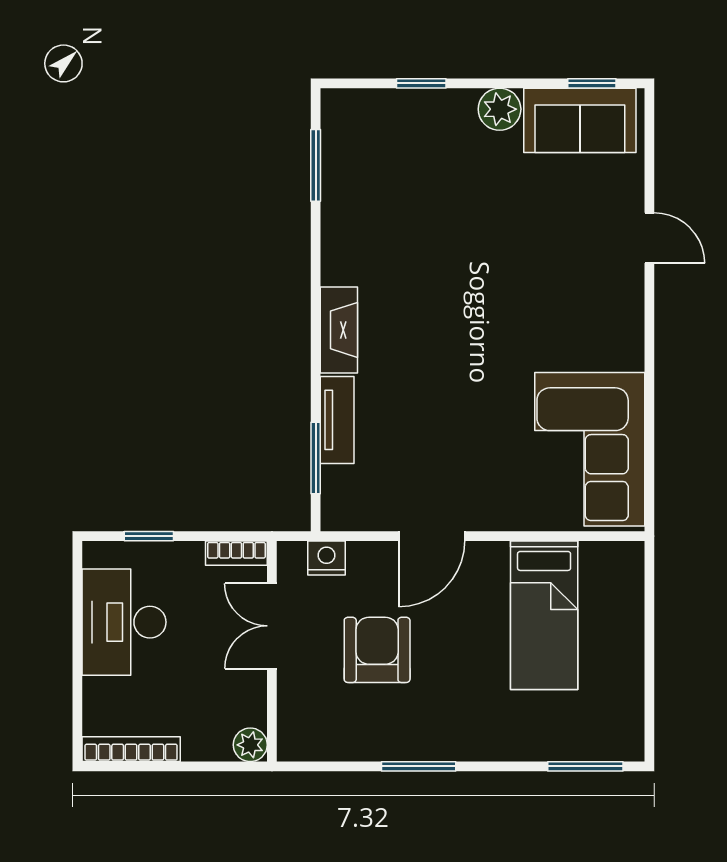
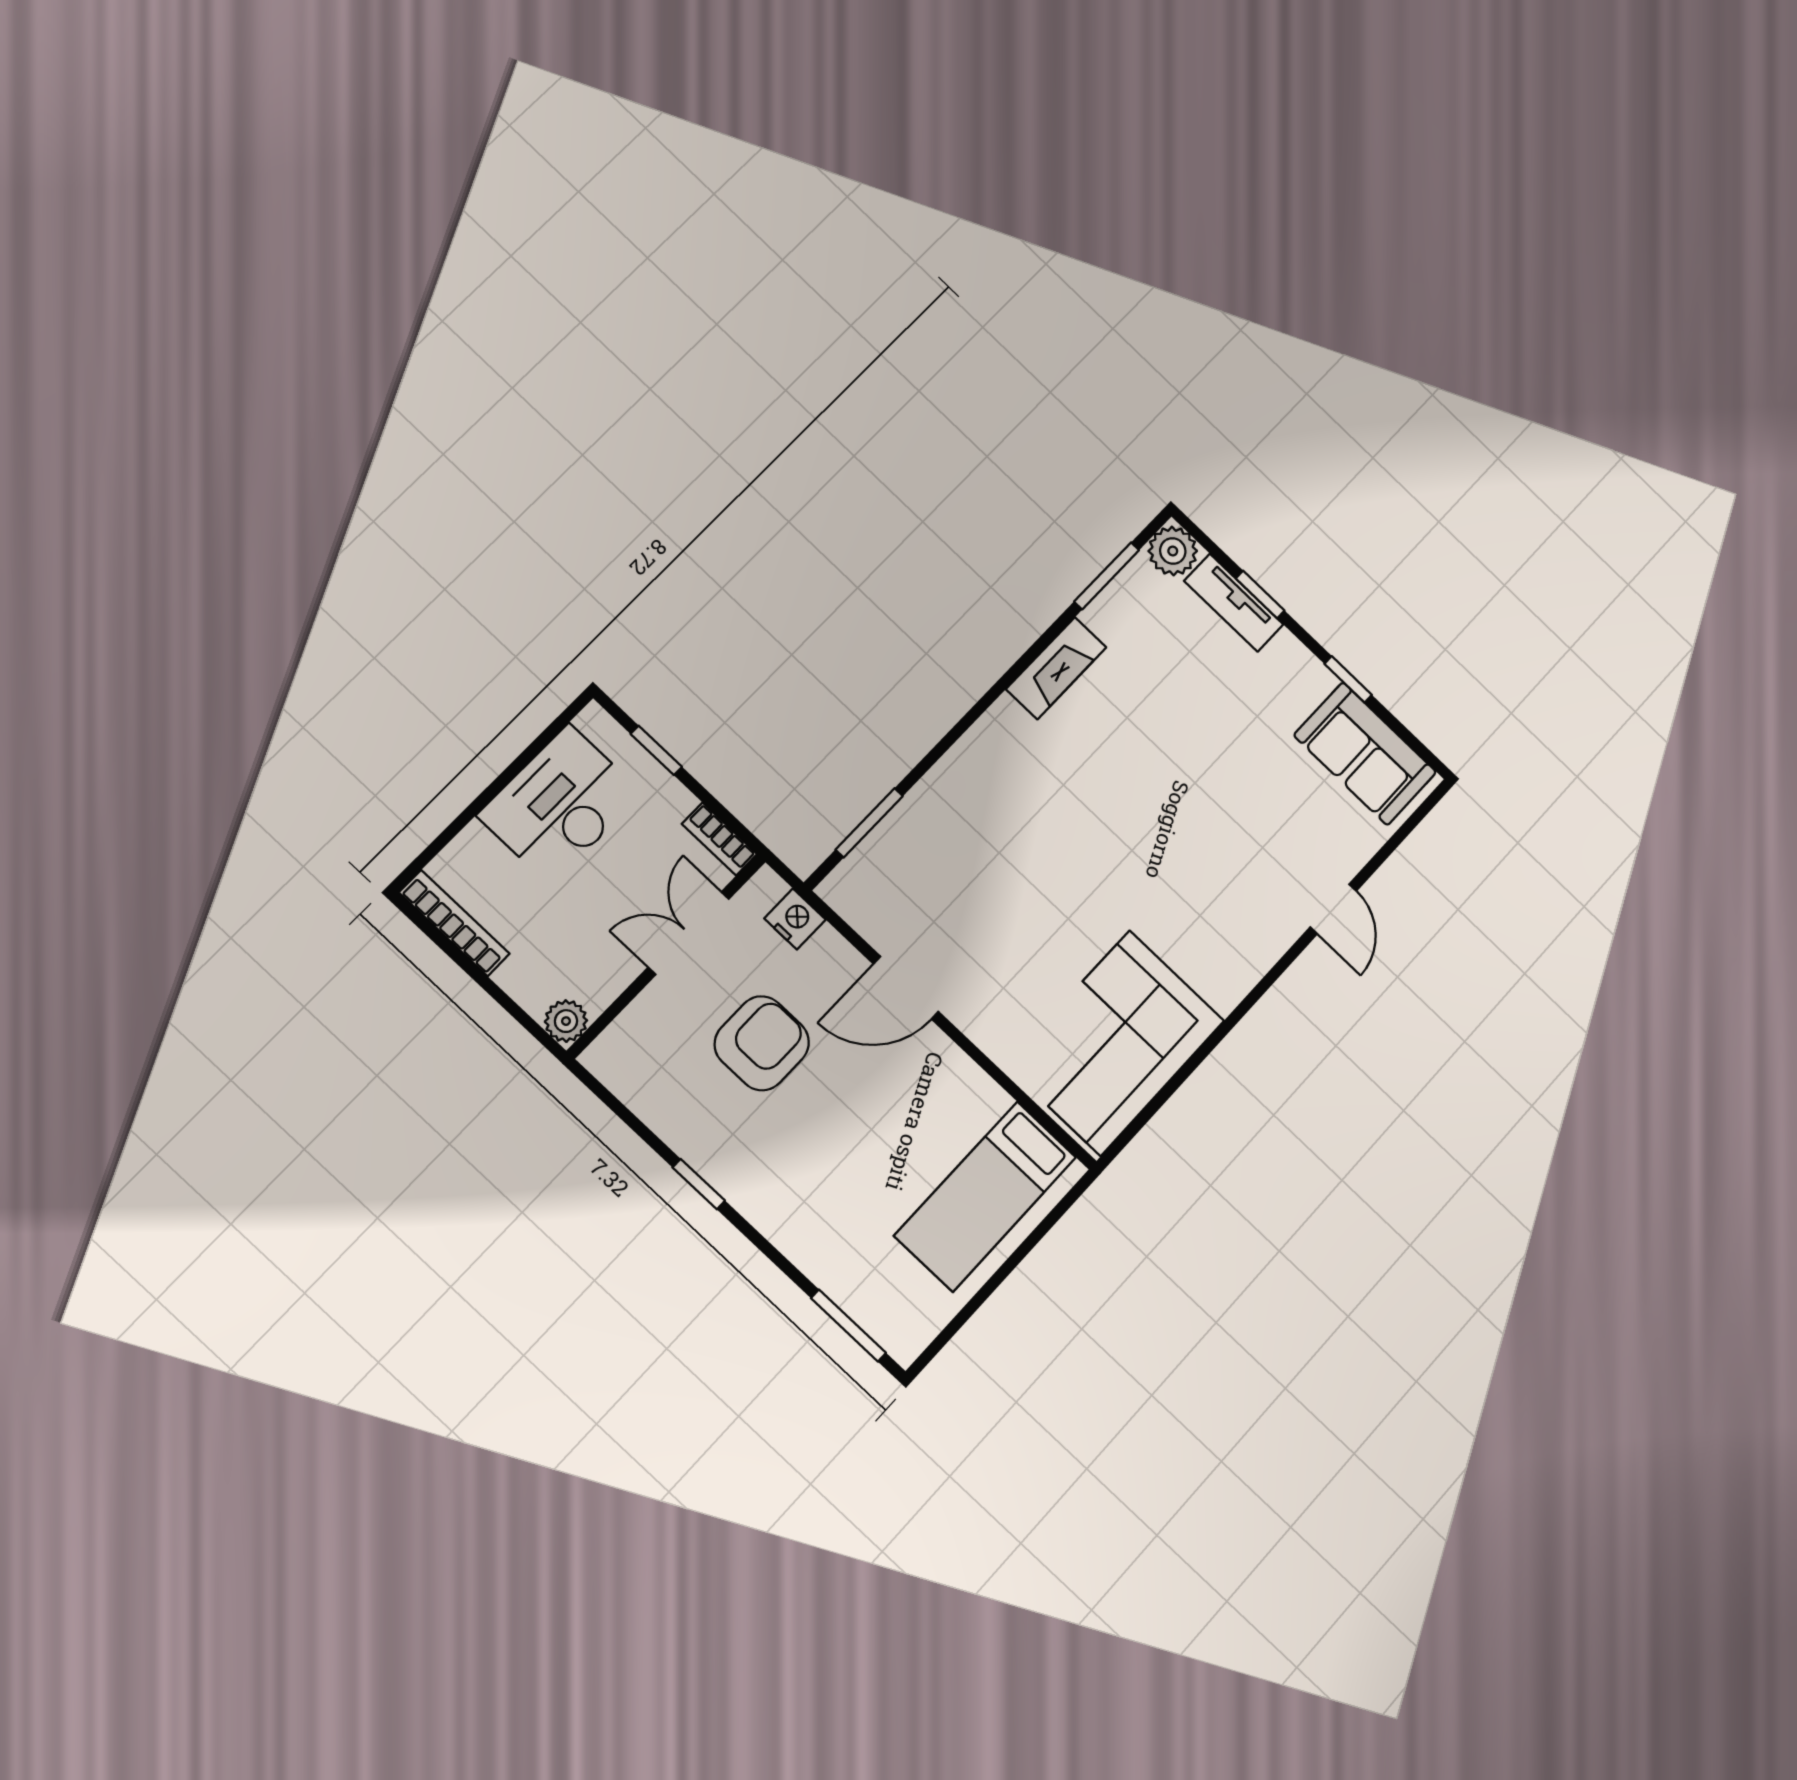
window: (592, 83) -> (1348, 679), moved
plant: (500, 109) -> (1173, 551), moved
fireplace: (339, 330) -> (1056, 668), moved
tv unit: (337, 420) -> (1234, 603), moved, turned 90
bed: (544, 615) -> (985, 1196), moved
window: (419, 766) -> (699, 1184), width x0.67

